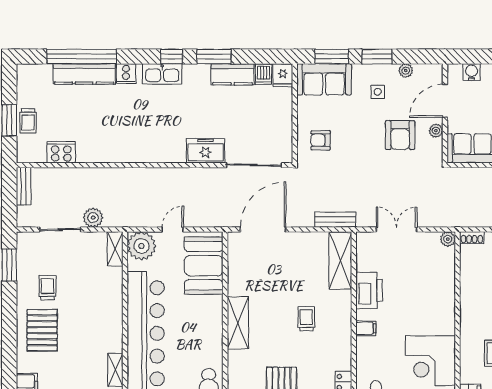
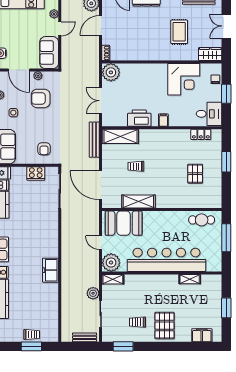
armchair: (400, 135) -> (41, 98), turned 180
freezer: (205, 151) -> (51, 270), moved
cooker: (61, 152) -> (36, 173), moved, turned -90
bench: (24, 186) -> (85, 337), moved
bench: (335, 220) -> (94, 140), width x1.36
plant: (448, 239) -> (111, 72), width x1.88, depth x1.88
trolley: (306, 319) -> (136, 166), moved
shelving: (238, 323) -> (138, 201), moved
pallet: (42, 330) -> (165, 326), turned 90

